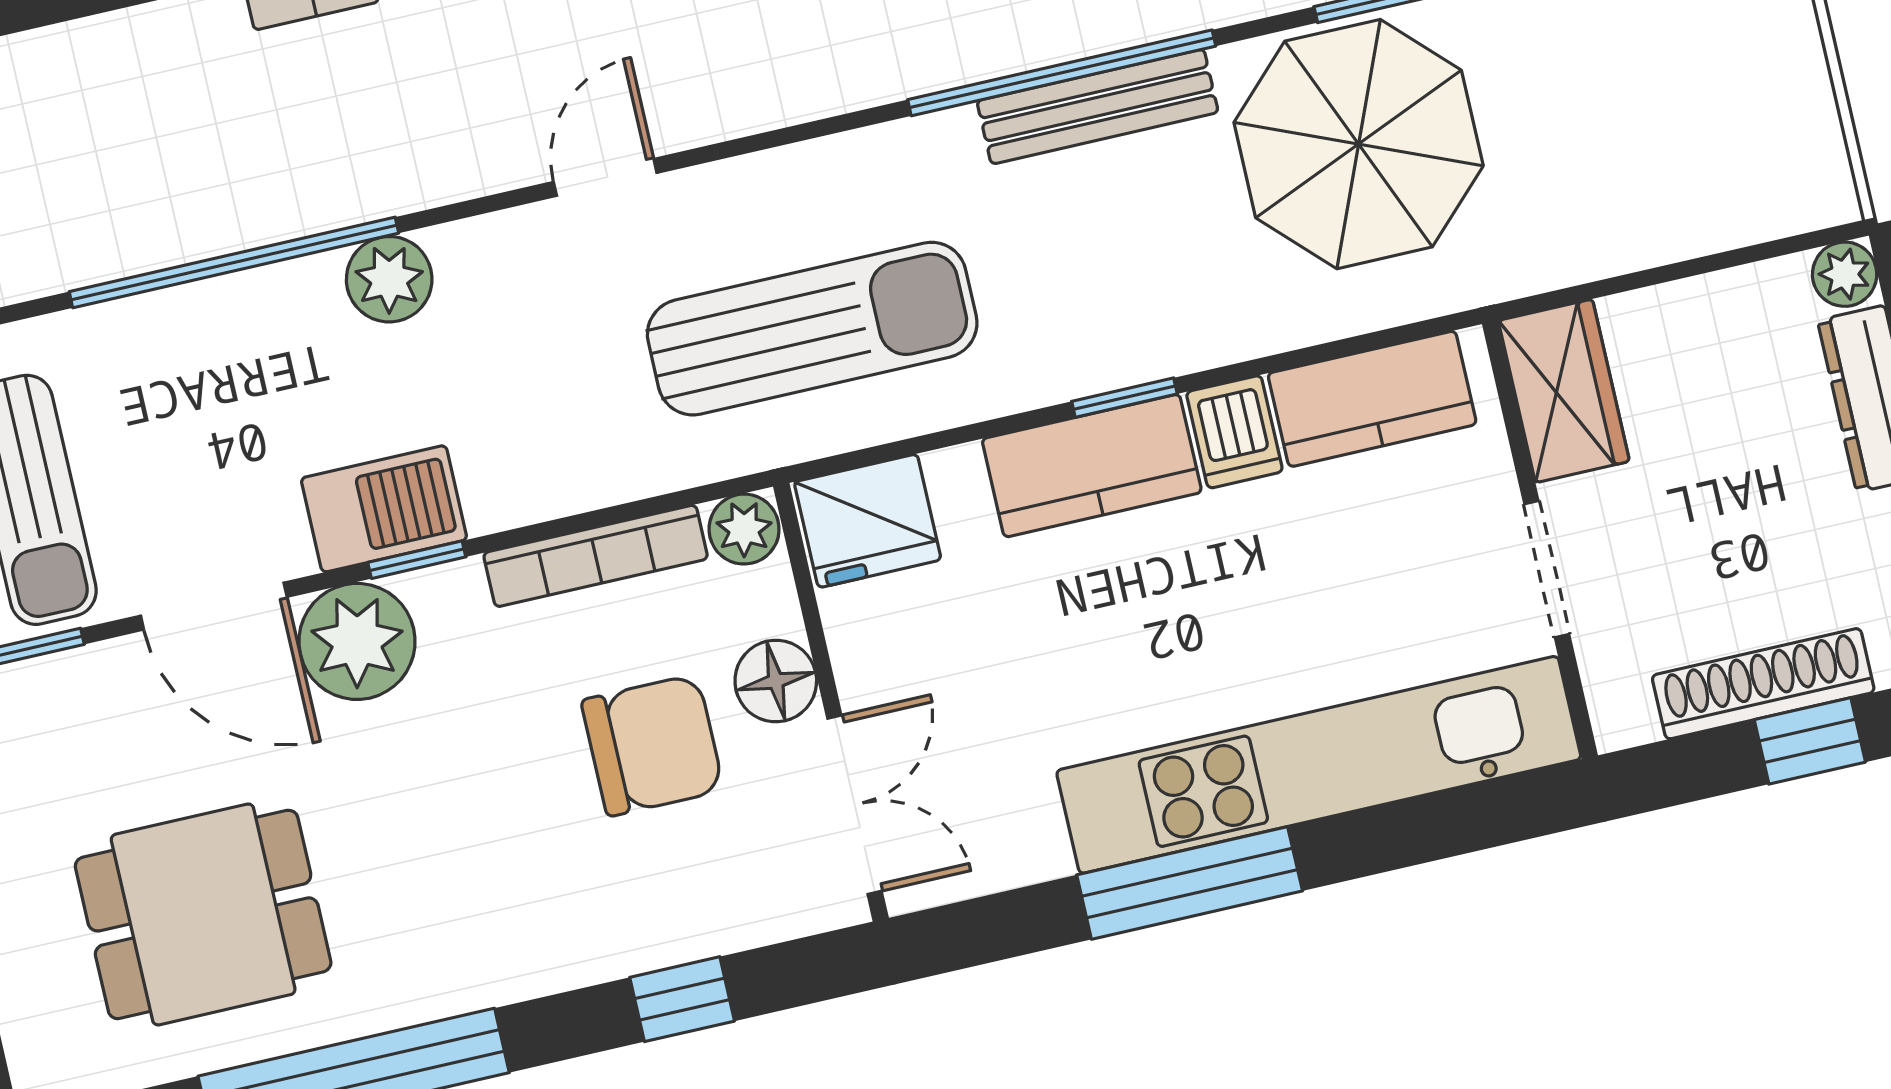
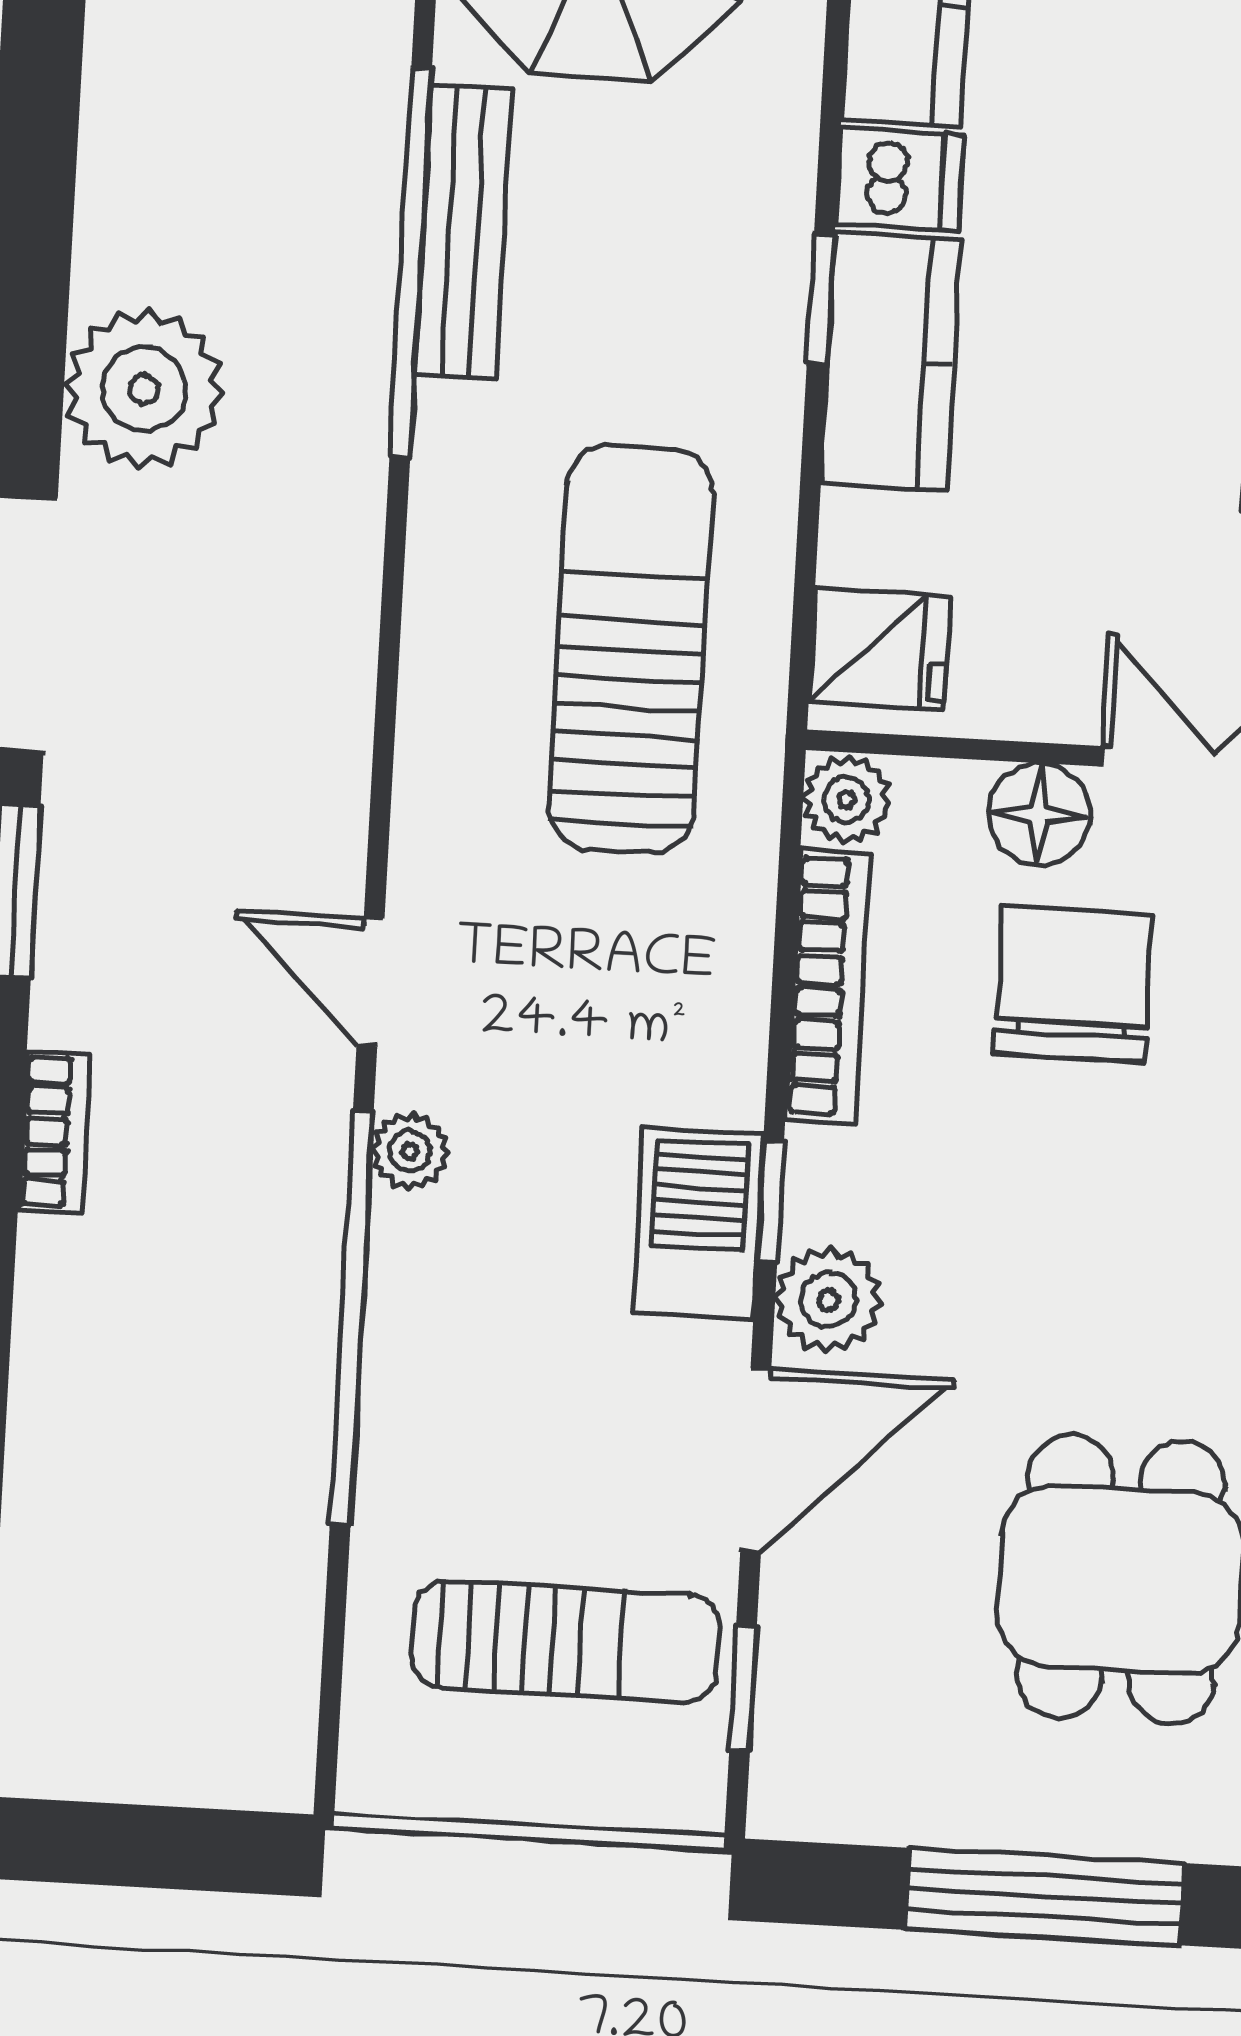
door: (605, 177) -> (370, 982), moved
plant: (389, 279) -> (410, 1151), width x0.73, depth x0.73
fridge: (868, 521) -> (879, 649), width x0.72
plant: (357, 641) -> (828, 1300), width x0.73, depth x0.73

